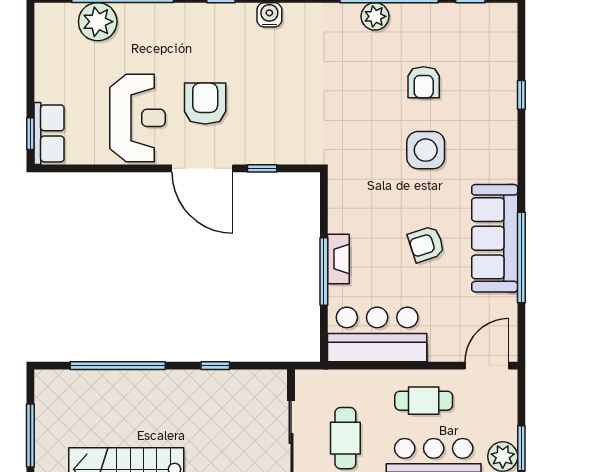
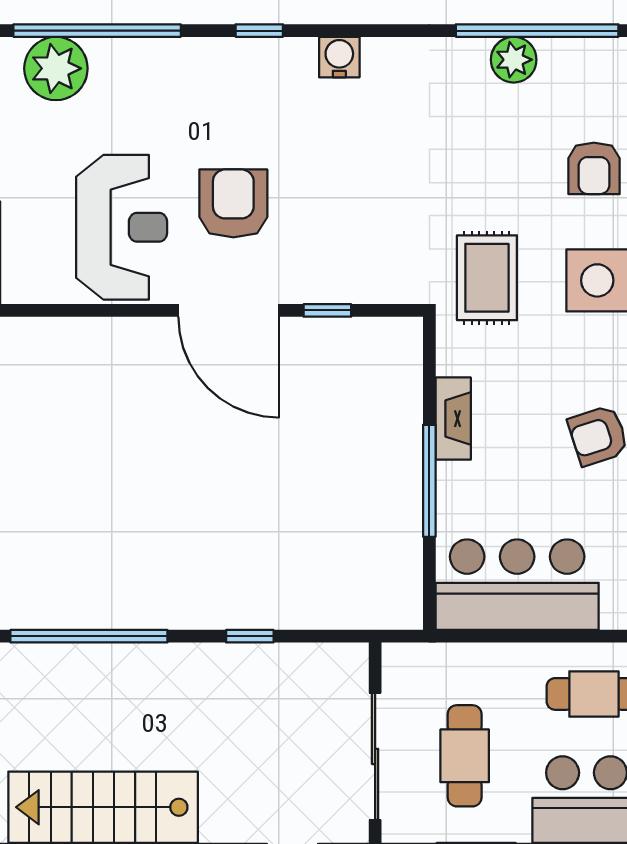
rug: (359, 149) -> (487, 278), added
fireplace: (338, 259) -> (453, 419), moved

